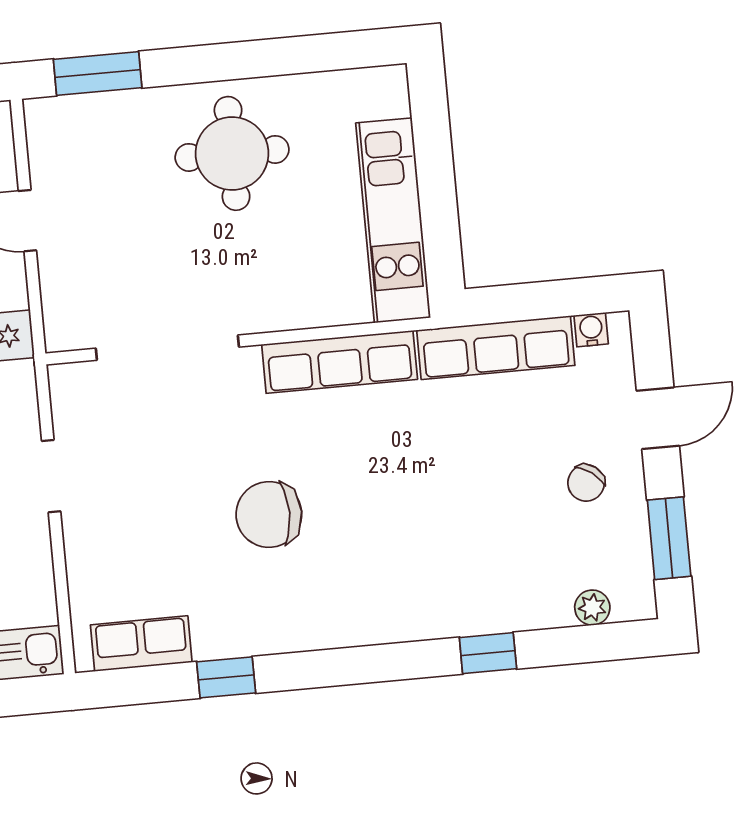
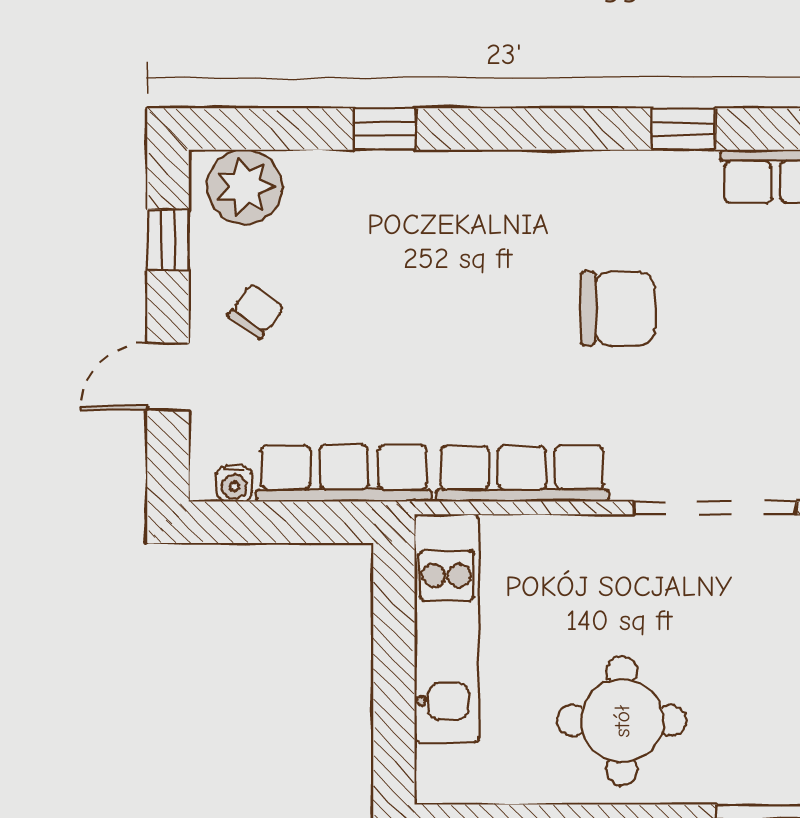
window: (669, 538) -> (168, 240), width x0.67
plant: (592, 608) -> (245, 187), width x1.87, depth x1.87

